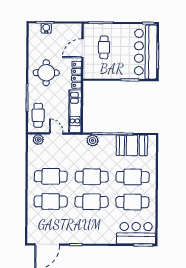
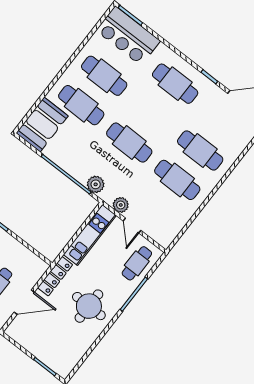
water cooler: (46, 28) -> (49, 358), removed
plant: (38, 140) -> (121, 205), moved
booth: (132, 145) -> (42, 124), moved, turned 90
cafe table: (92, 202) -> (175, 84), moved

